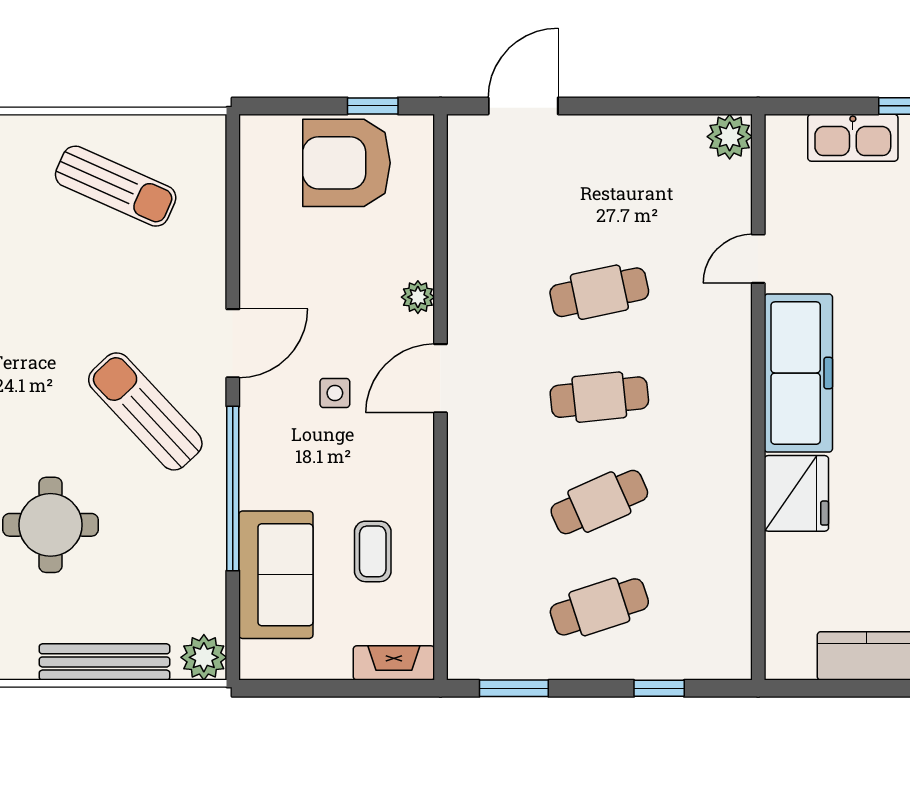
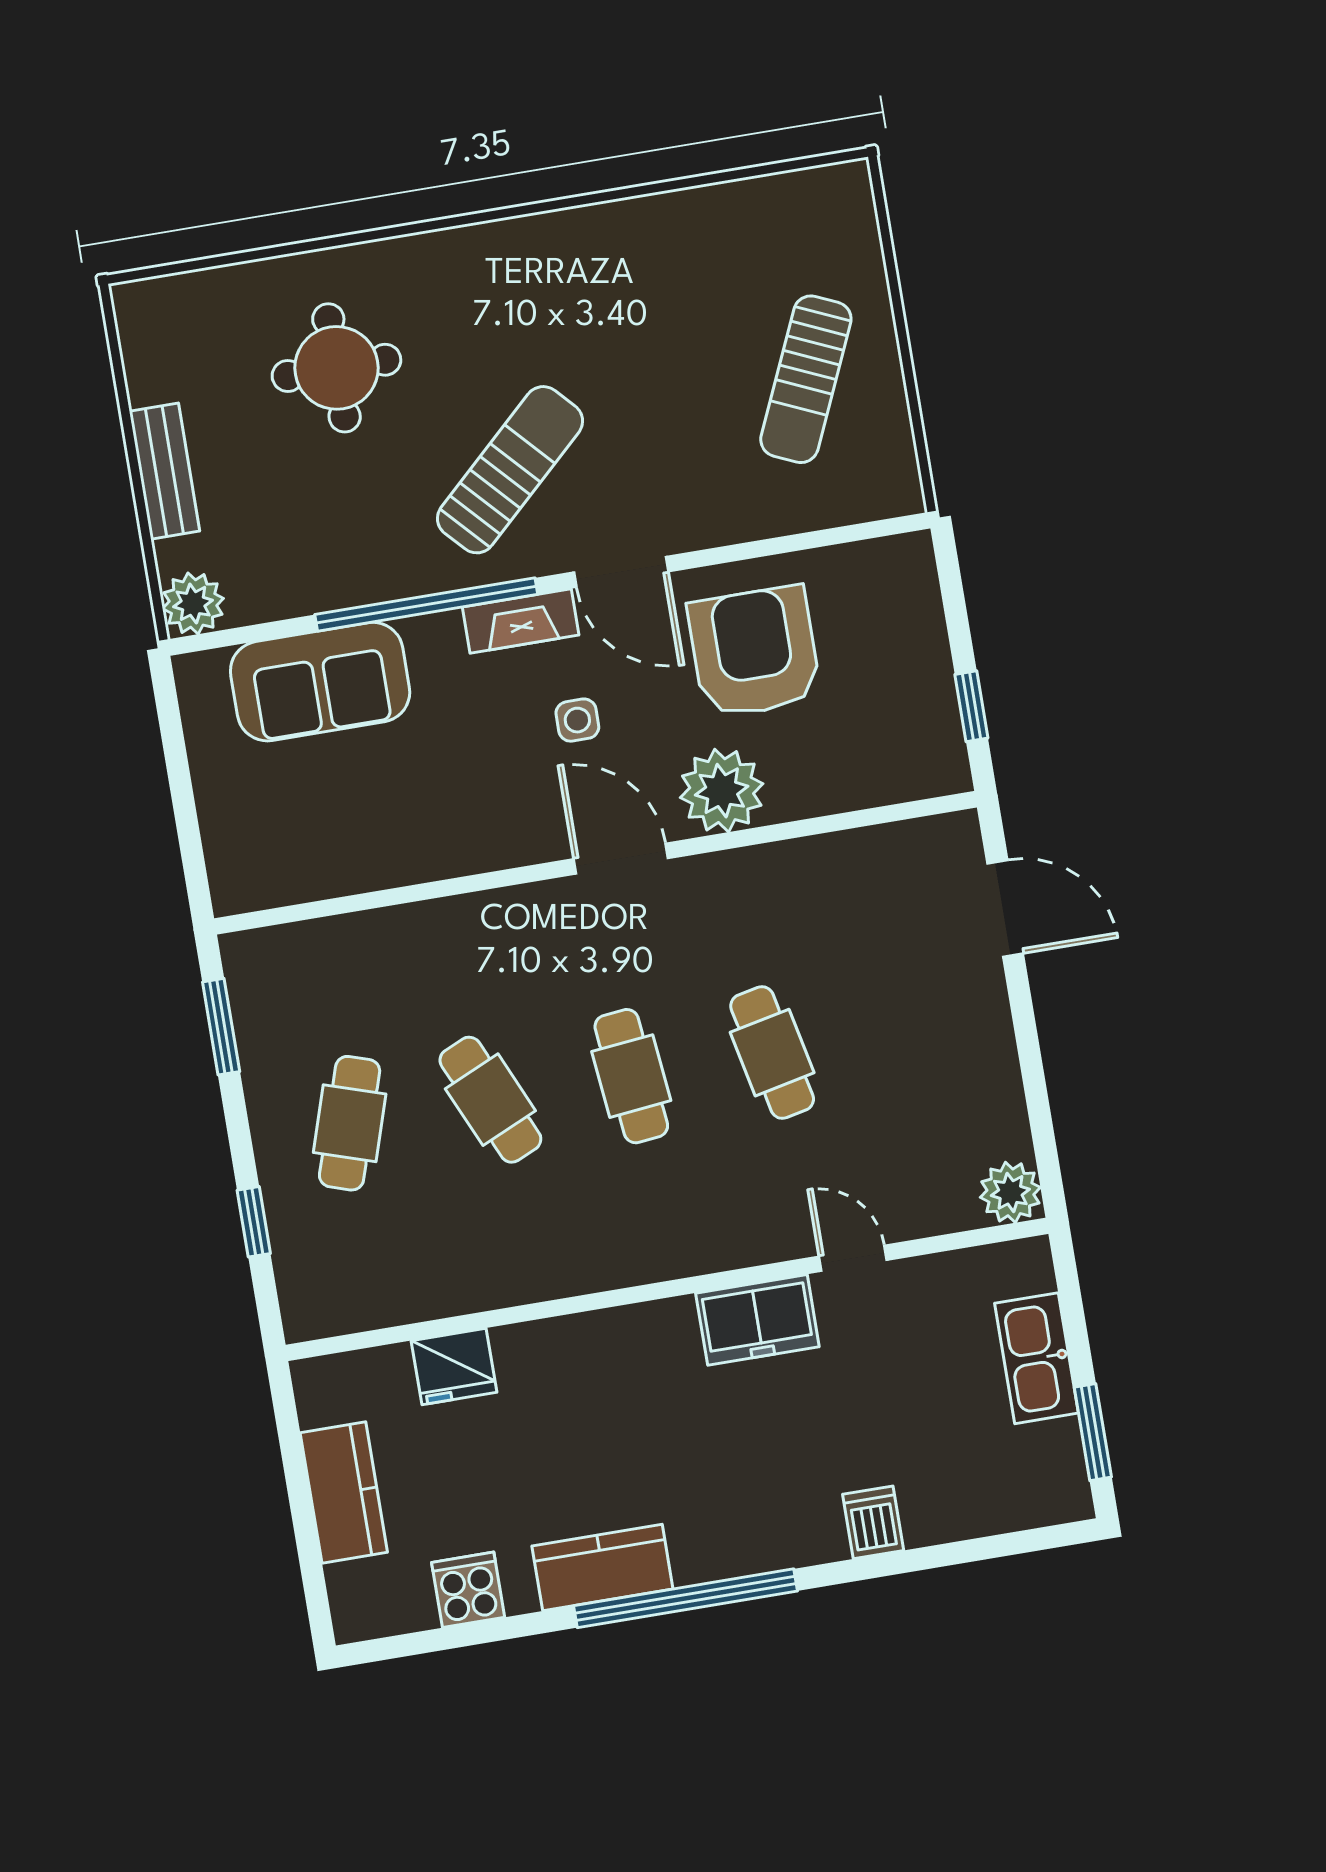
armchair: (346, 163) -> (754, 652), moved
plant: (418, 297) -> (722, 791), width x1.87, depth x1.87
freezer: (798, 373) -> (757, 1320), width x0.52, depth x0.79
fridge: (796, 493) -> (454, 1367), moved, width x0.73, depth x0.75
coffee table: (373, 551) -> (373, 807), removed
cafe table: (599, 607) -> (350, 1123), turned 36
bench: (105, 662) -> (165, 471), width x0.73
fireplace: (394, 663) -> (521, 621), moved, turned 90

